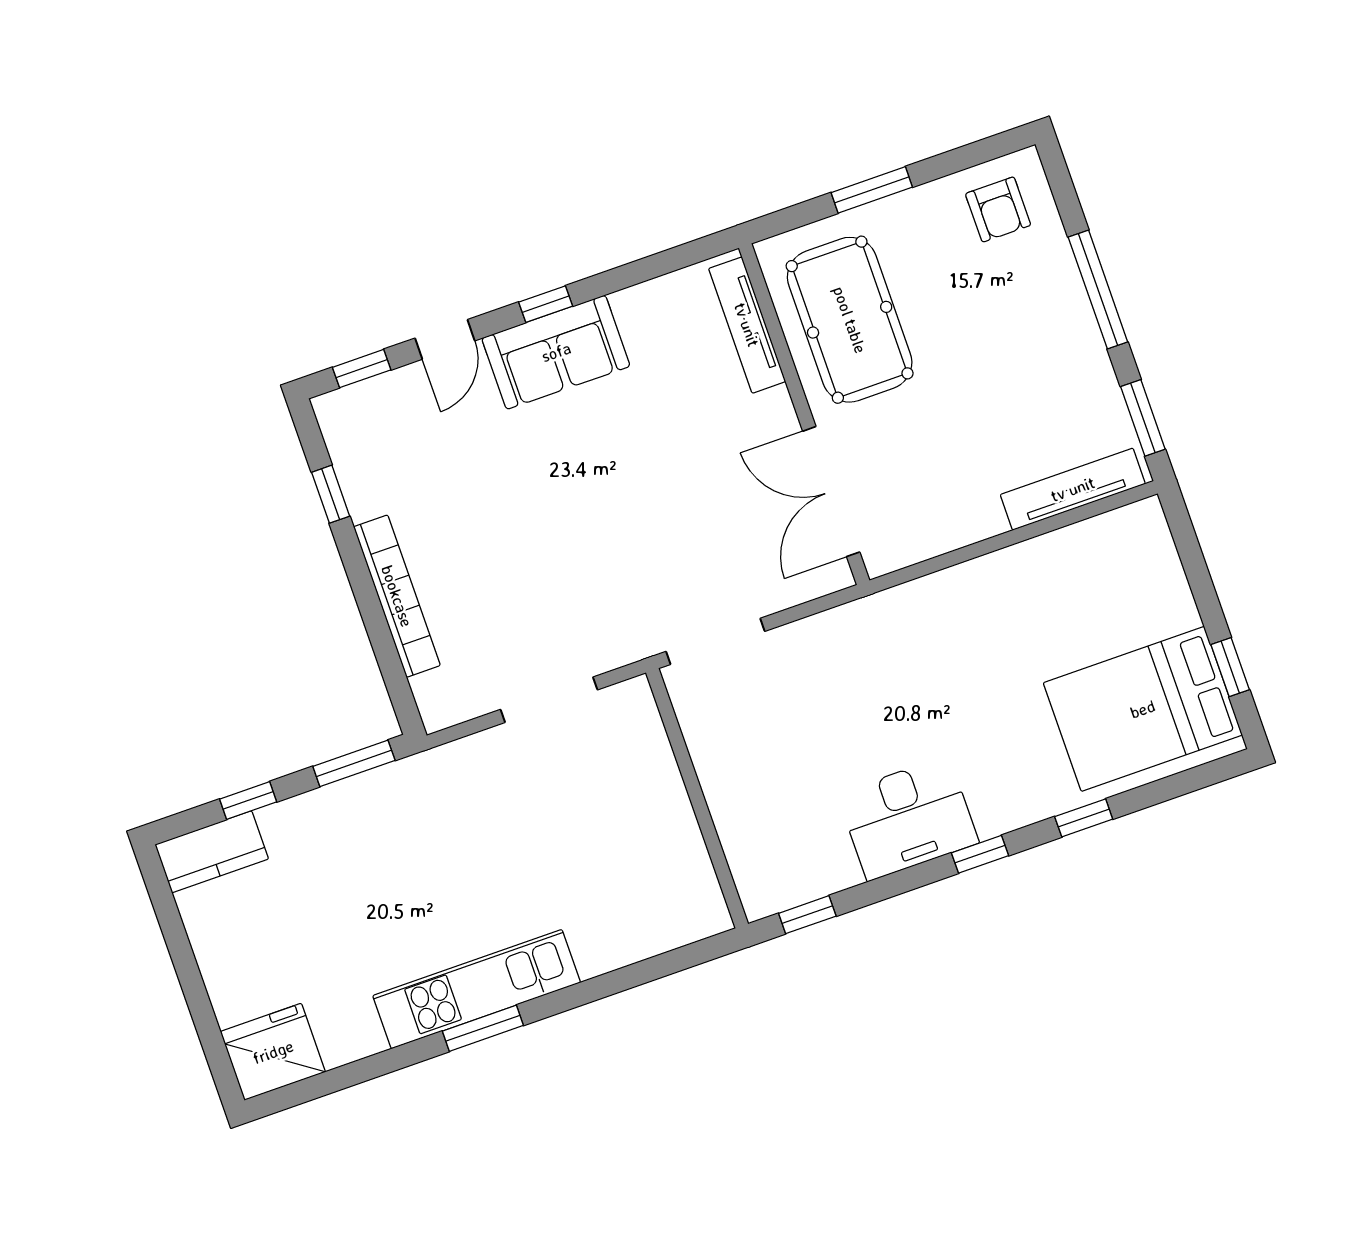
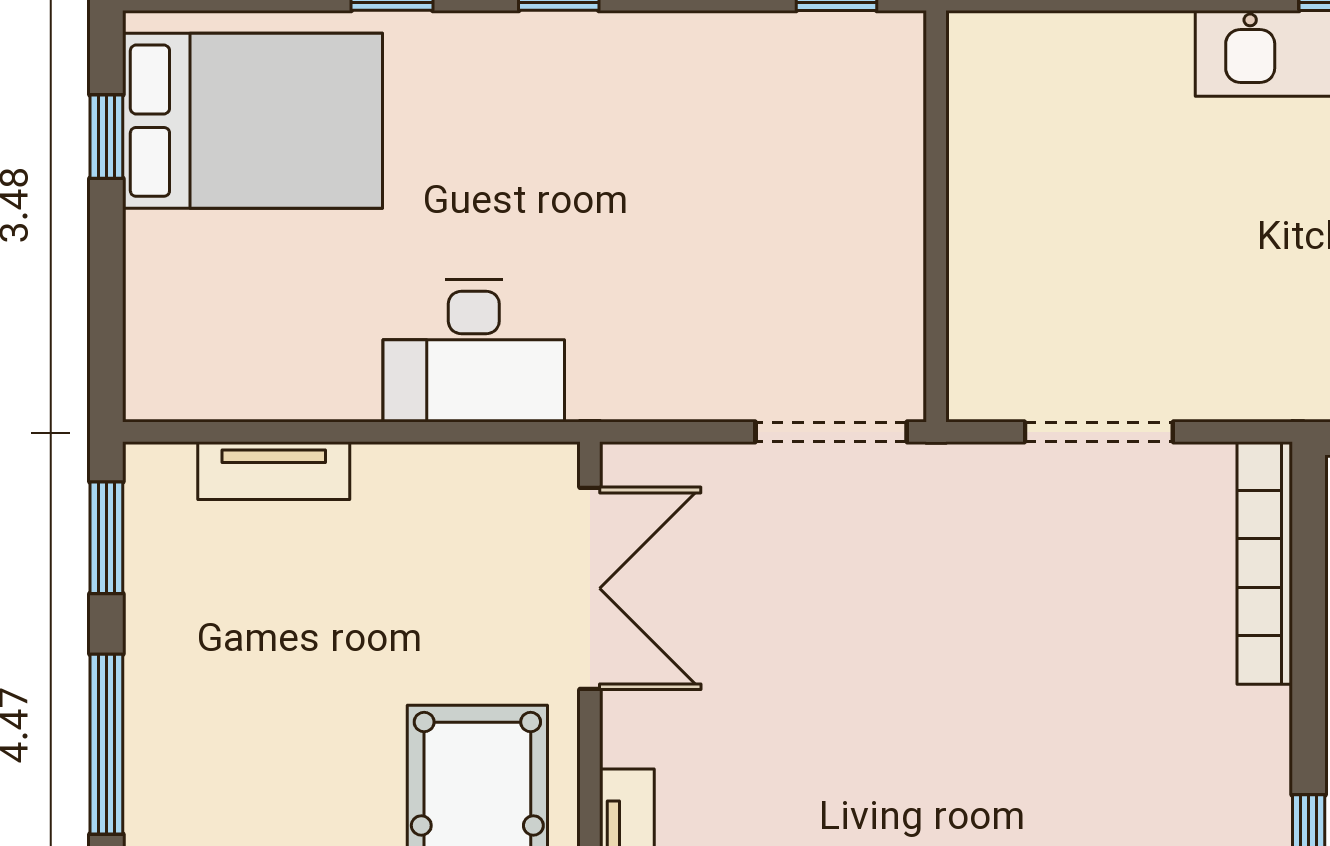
tv unit: (1073, 489) -> (274, 471), width x0.71
bookcase: (397, 596) -> (1265, 563), moved
desk: (908, 818) -> (474, 351), moved, turned 180

